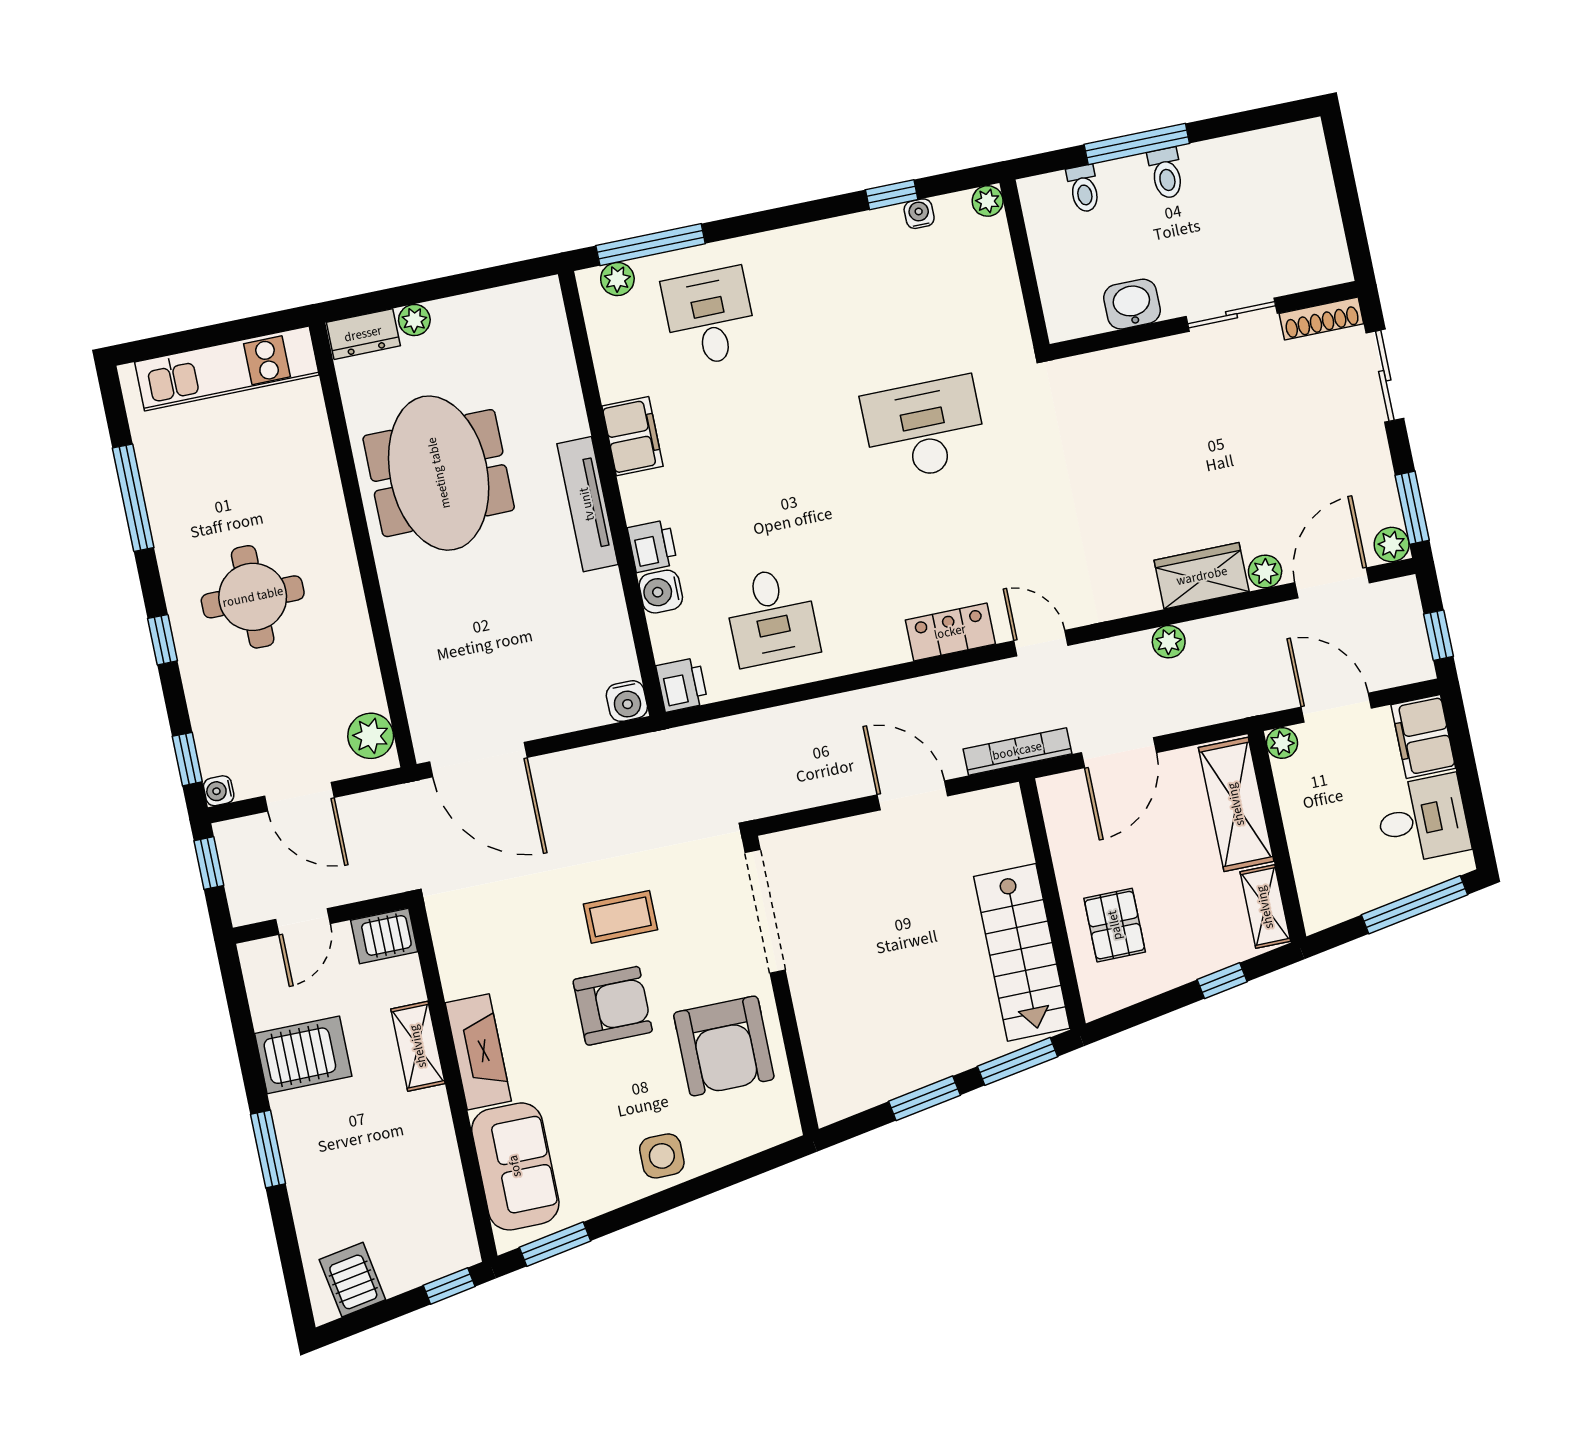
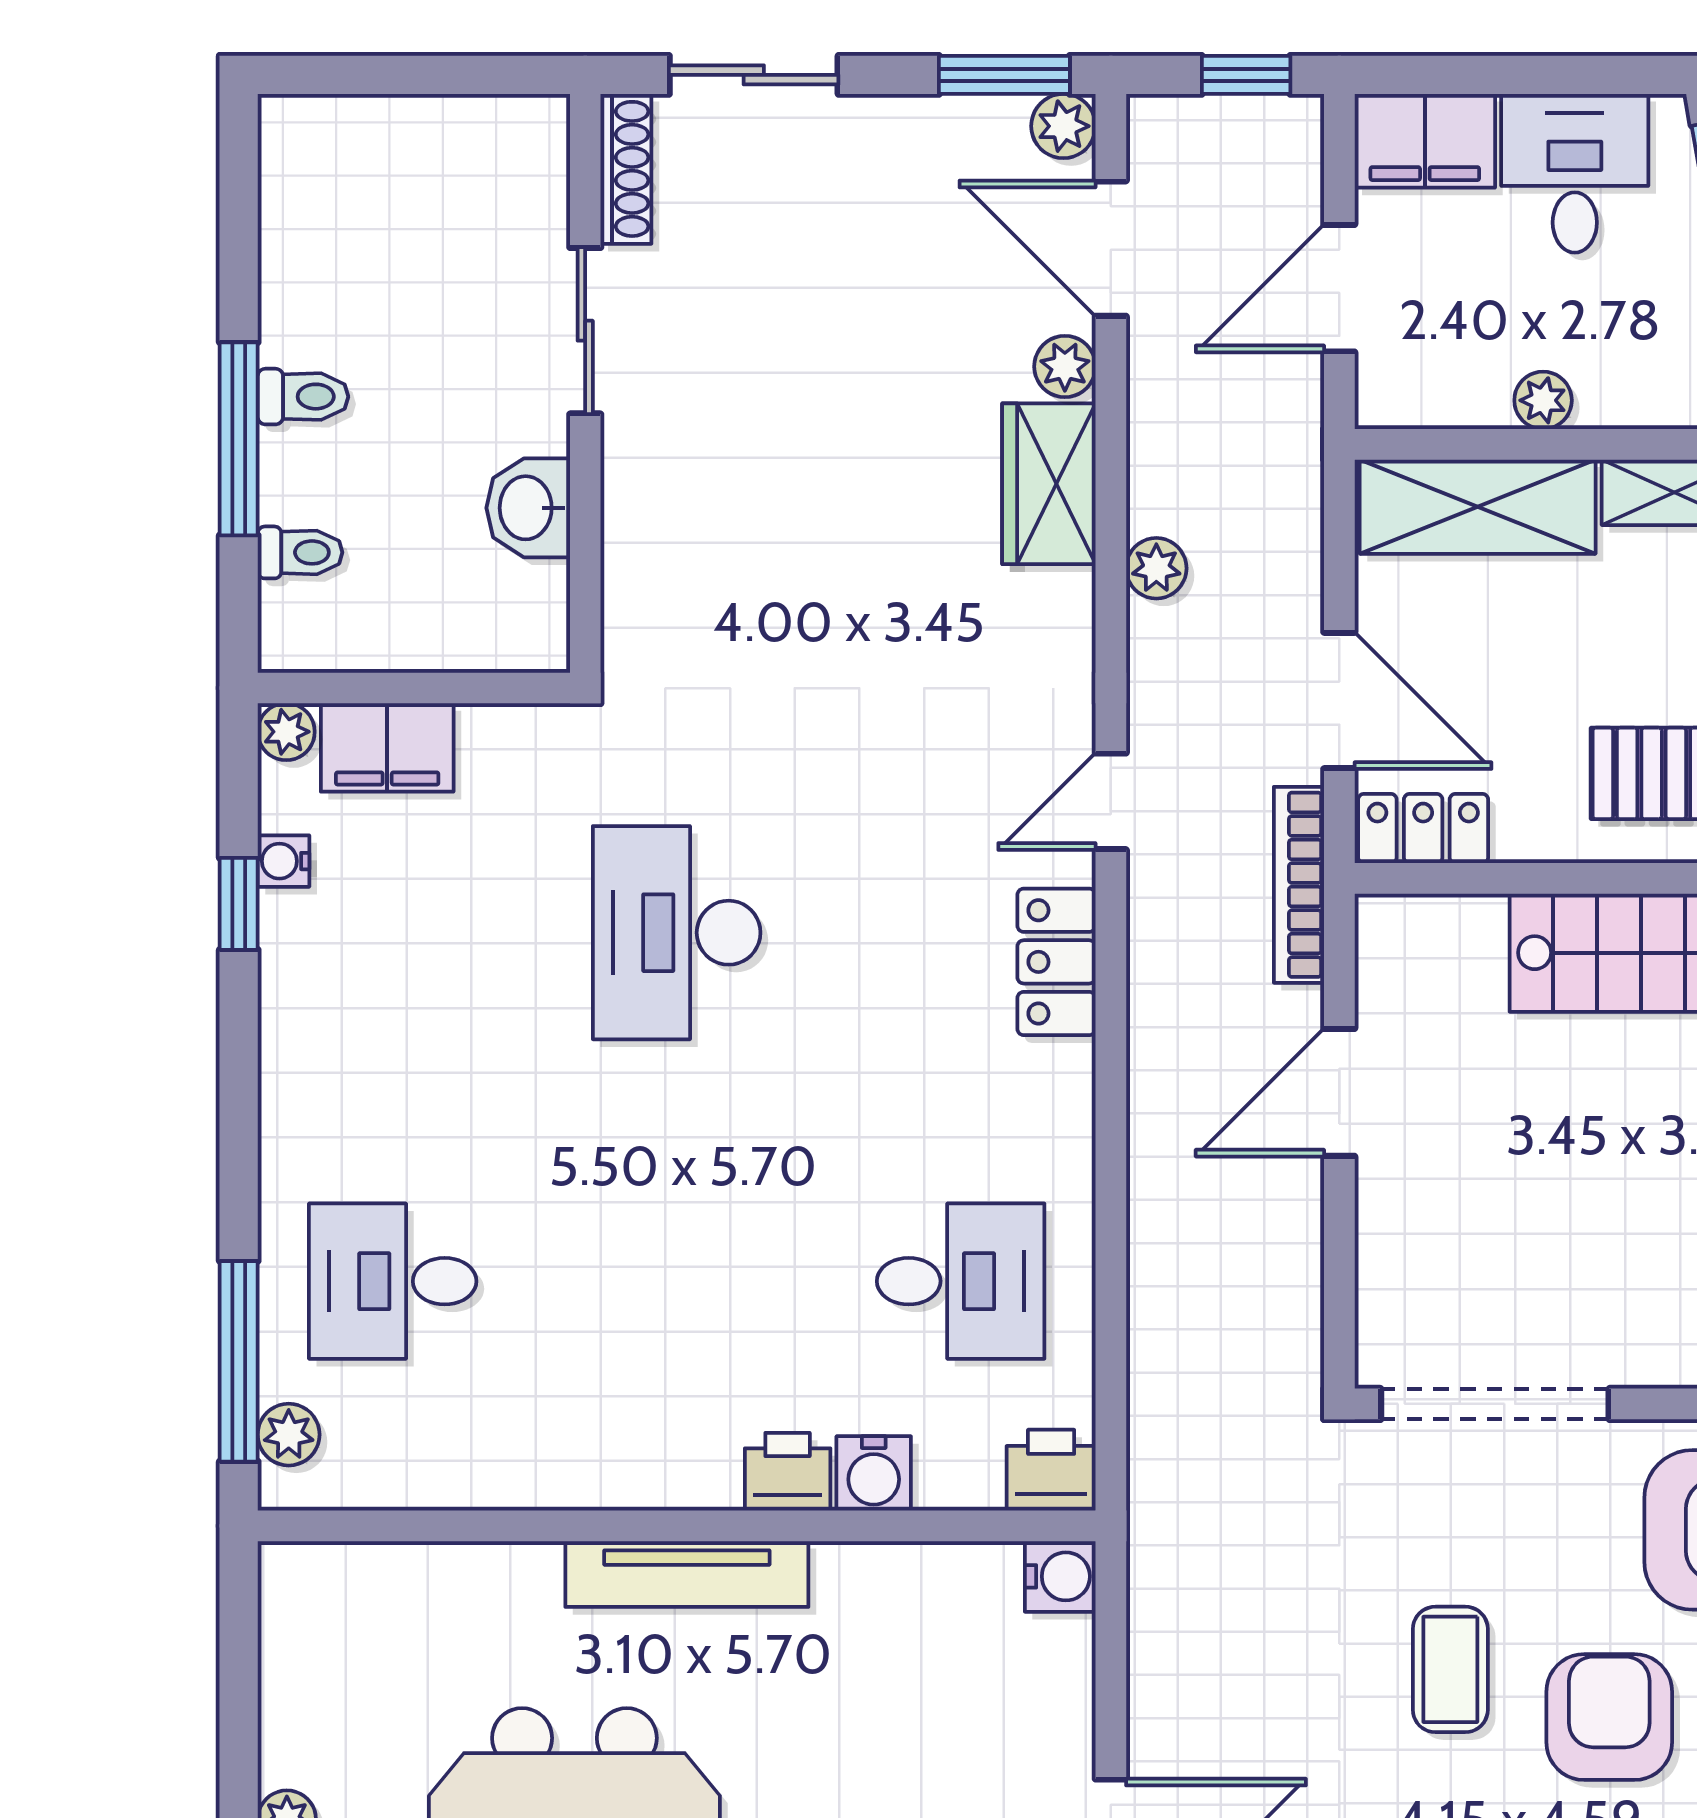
filing cabinet: (632, 436) -> (387, 747), moved, turned 180
plant: (1282, 743) -> (1543, 400), moved
locker: (1061, 811) -> (1423, 829), added

